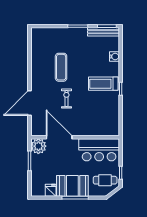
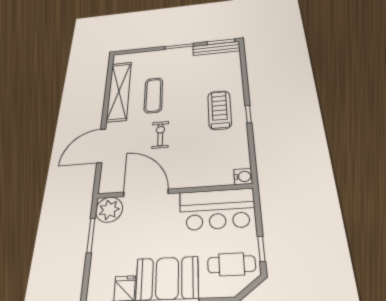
water cooler: (114, 57) -> (243, 177), moved
shelving: (38, 61) -> (119, 91), added
treadmill: (103, 84) -> (220, 110), turned 90

